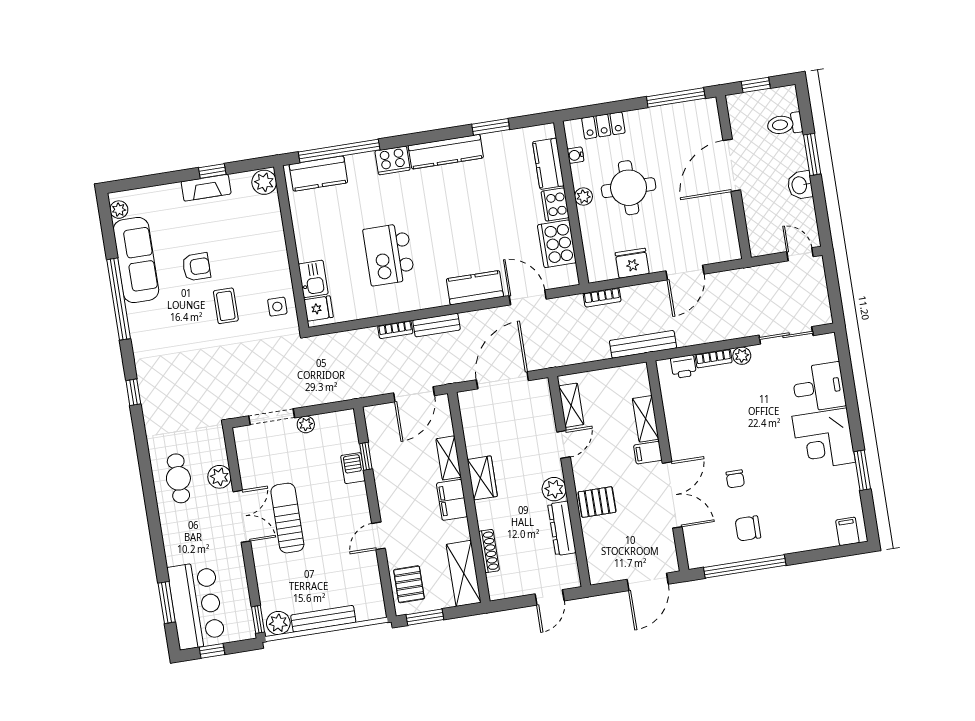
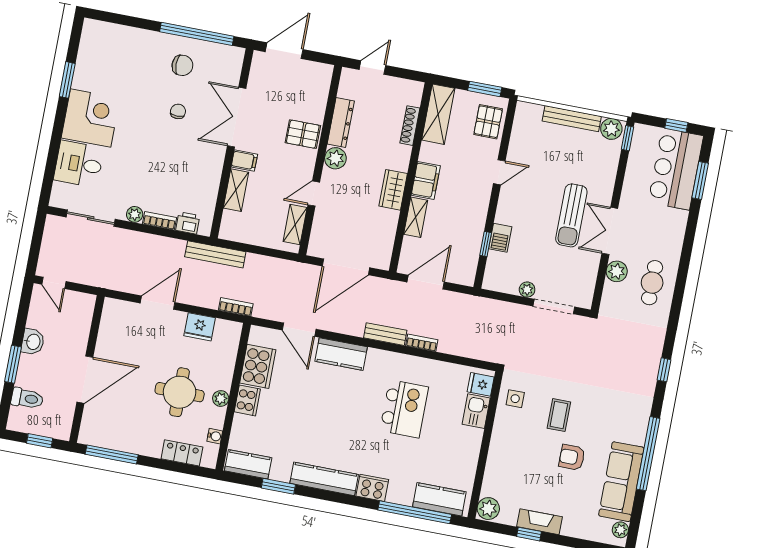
kitchen counter: (548, 164) -> (248, 464), moved, turned -90
filing cabinet: (847, 531) -> (98, 32), removed

